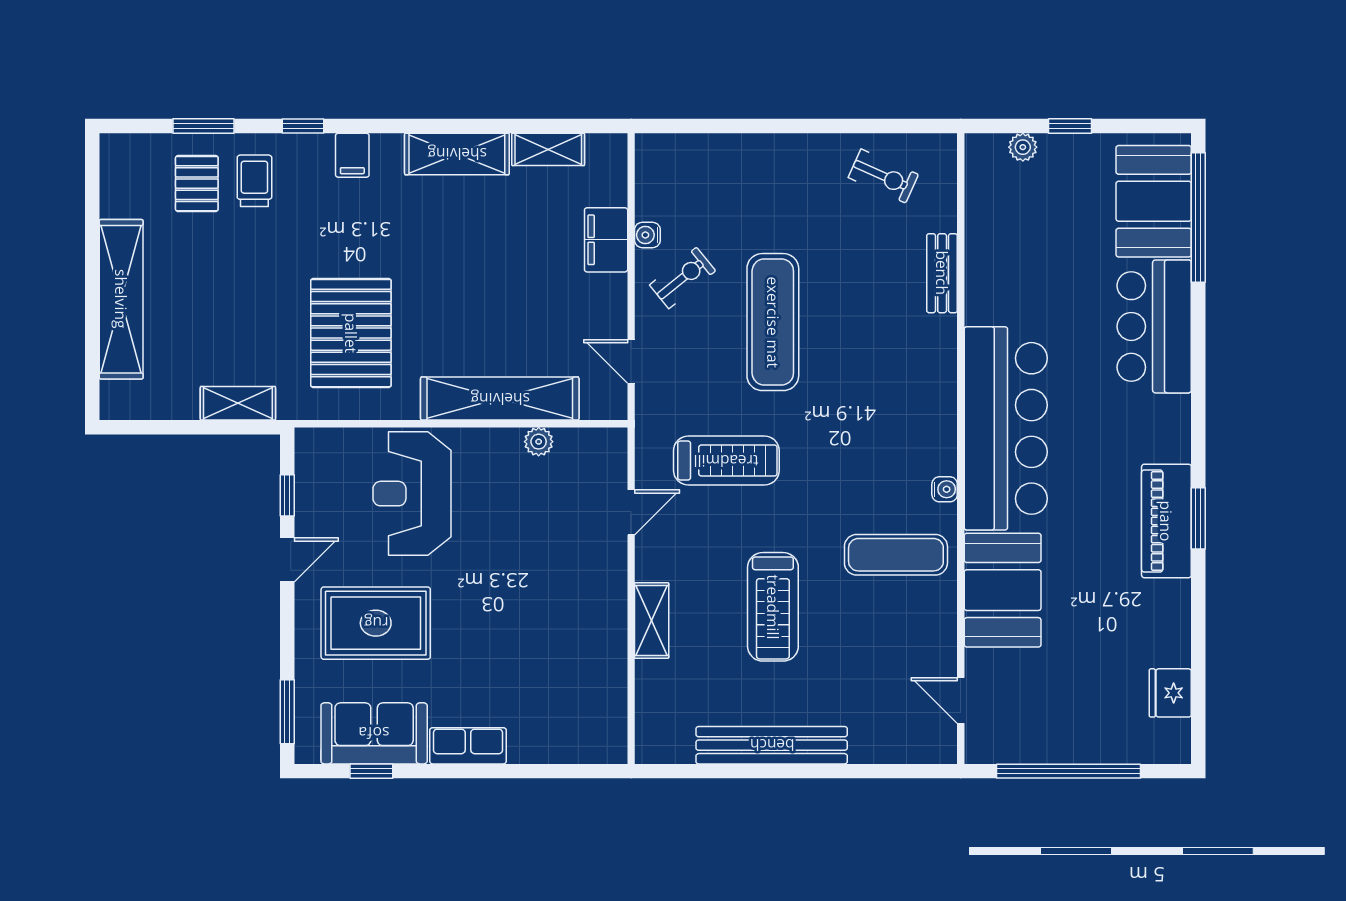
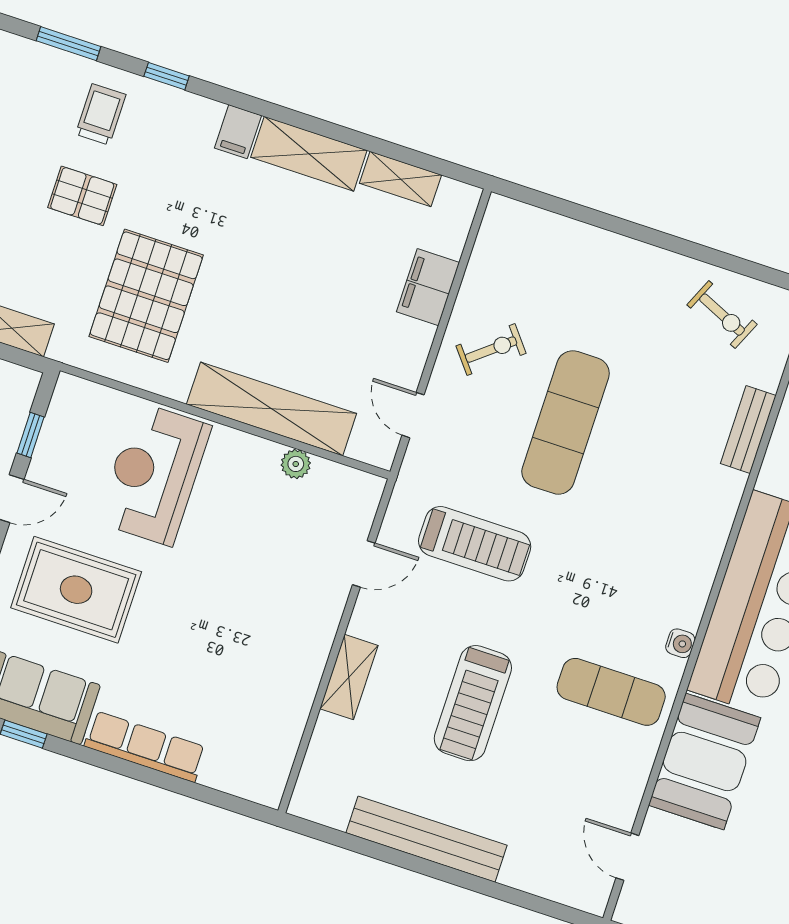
filing cabinet: (352, 155) -> (238, 132), moved
pallet: (197, 184) -> (82, 196), moved, turned 90
water cooler: (647, 235) -> (470, 296), removed
row of seats: (468, 746) -> (145, 747), width x1.48

